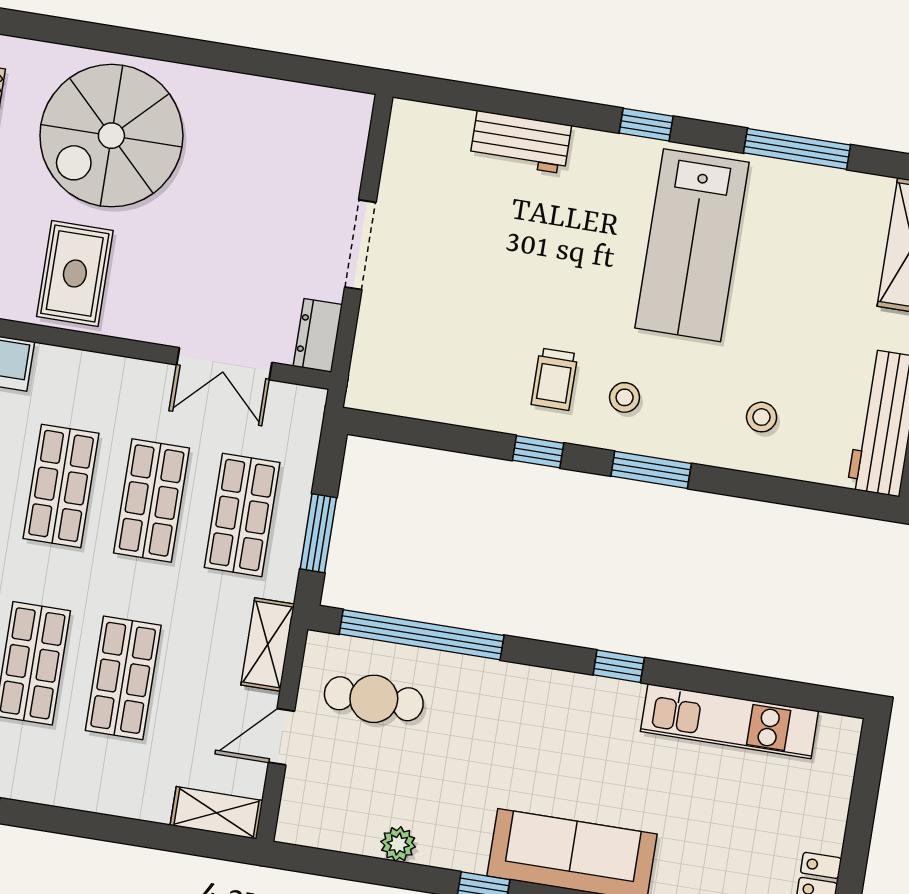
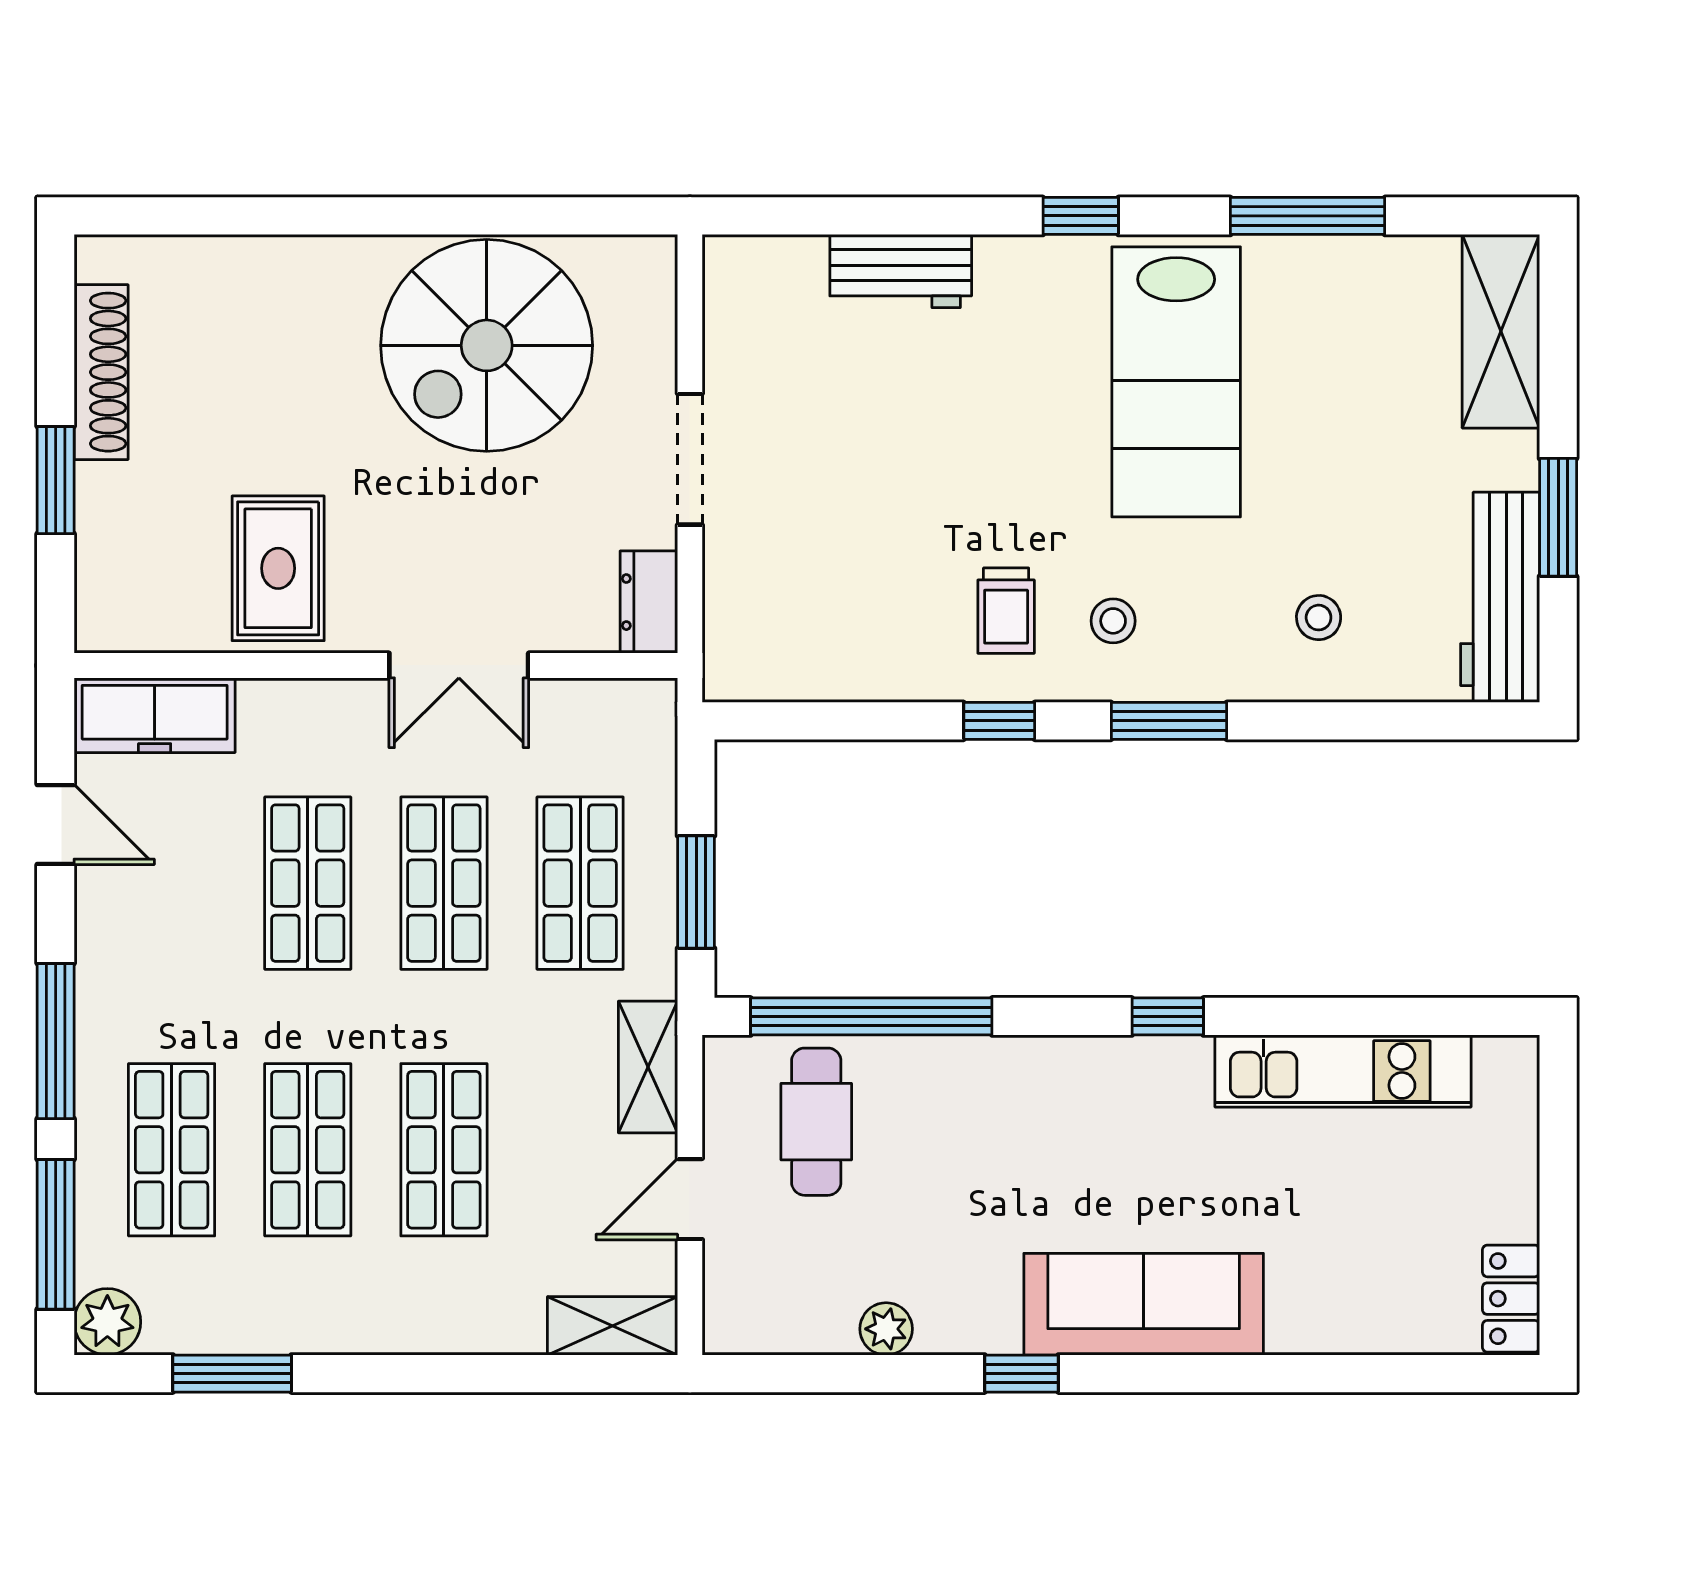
spiral stairs: (111, 136) -> (487, 345), moved
double door: (224, 364) -> (459, 665), moved
cafe table: (374, 699) -> (816, 1122), turned 90

